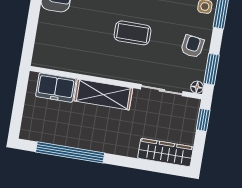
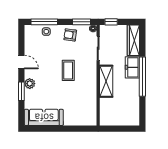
freezer: (56, 88) -> (132, 67), moved, turned 180
window: (70, 152) -> (142, 77), moved

